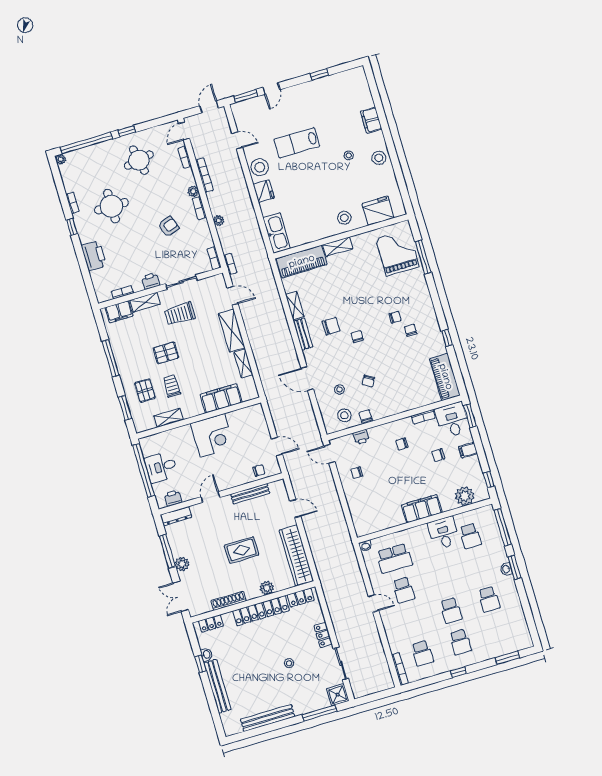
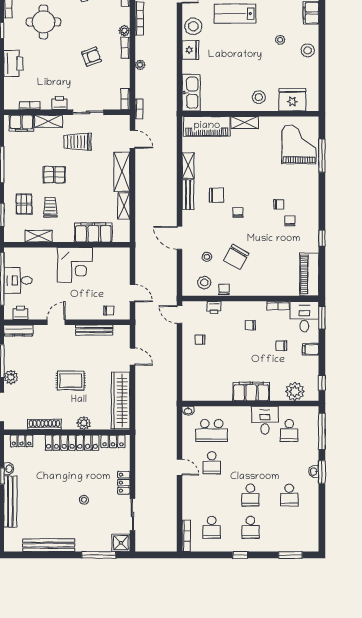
chair: (368, 381) -> (236, 257), width x1.87, depth x1.87

